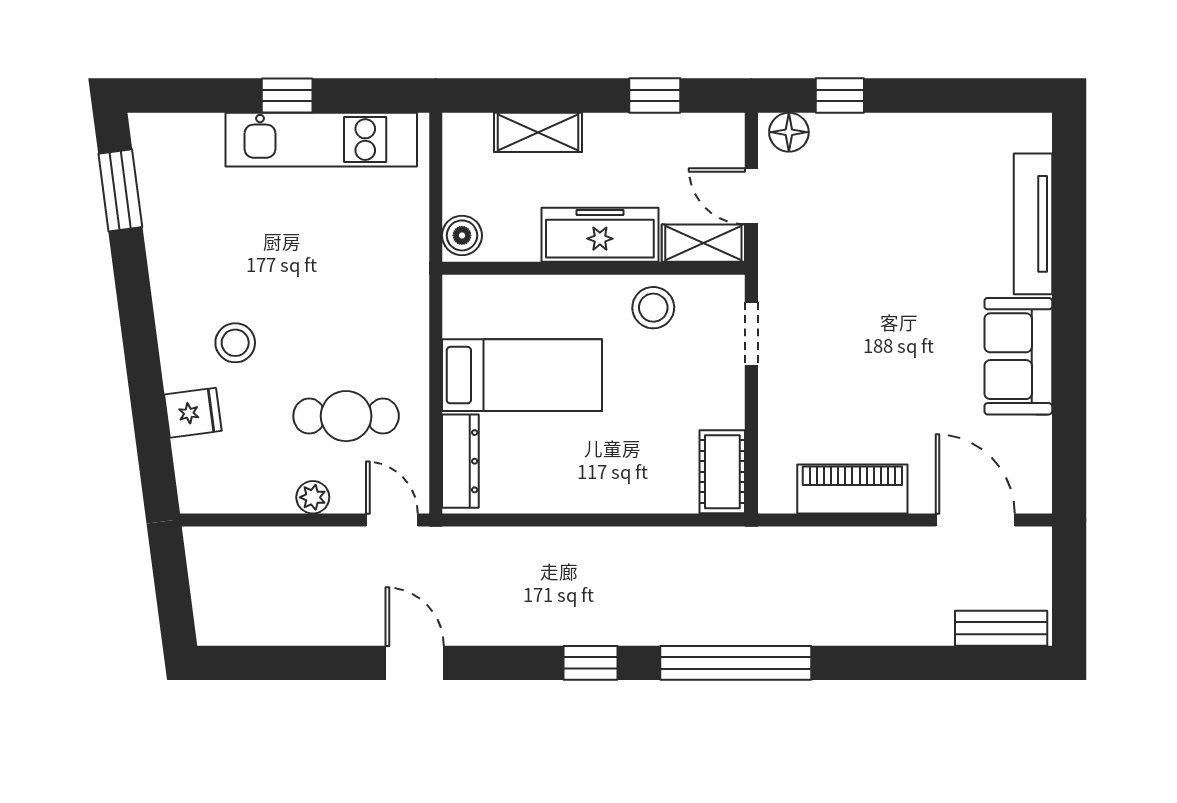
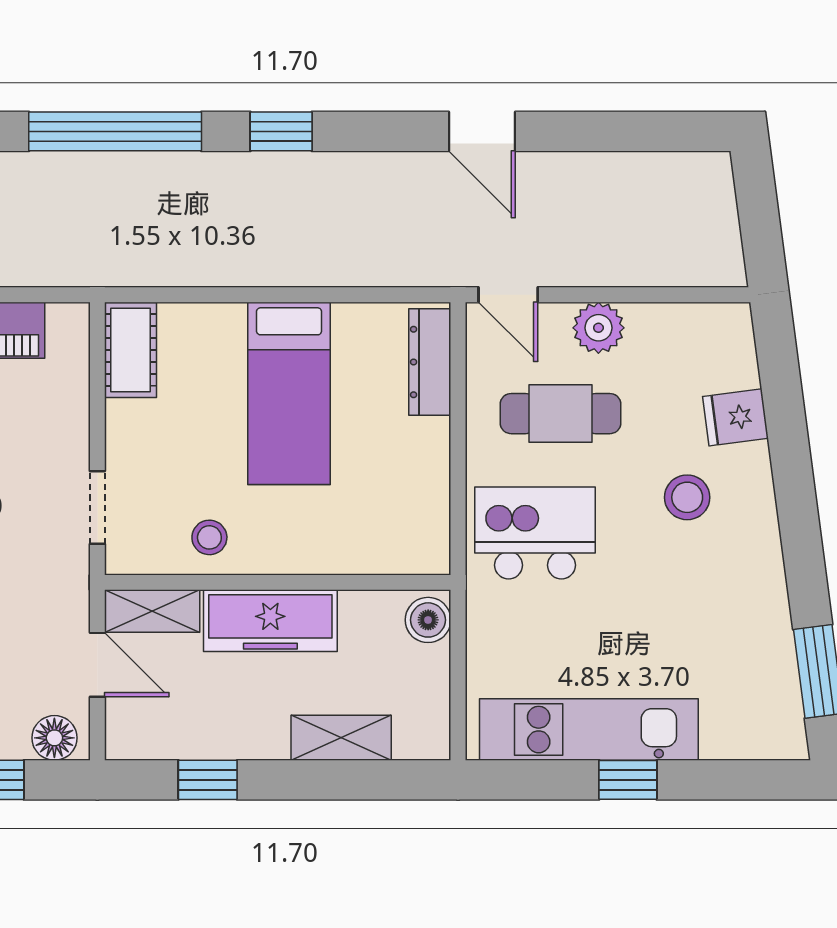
stool: (653, 308) -> (209, 537), width x0.73, depth x0.73
kitchen island: (368, 312) -> (535, 533), added
bed: (522, 375) -> (289, 393), moved, turned -90
plant: (313, 497) -> (598, 328), width x1.38, depth x1.38

